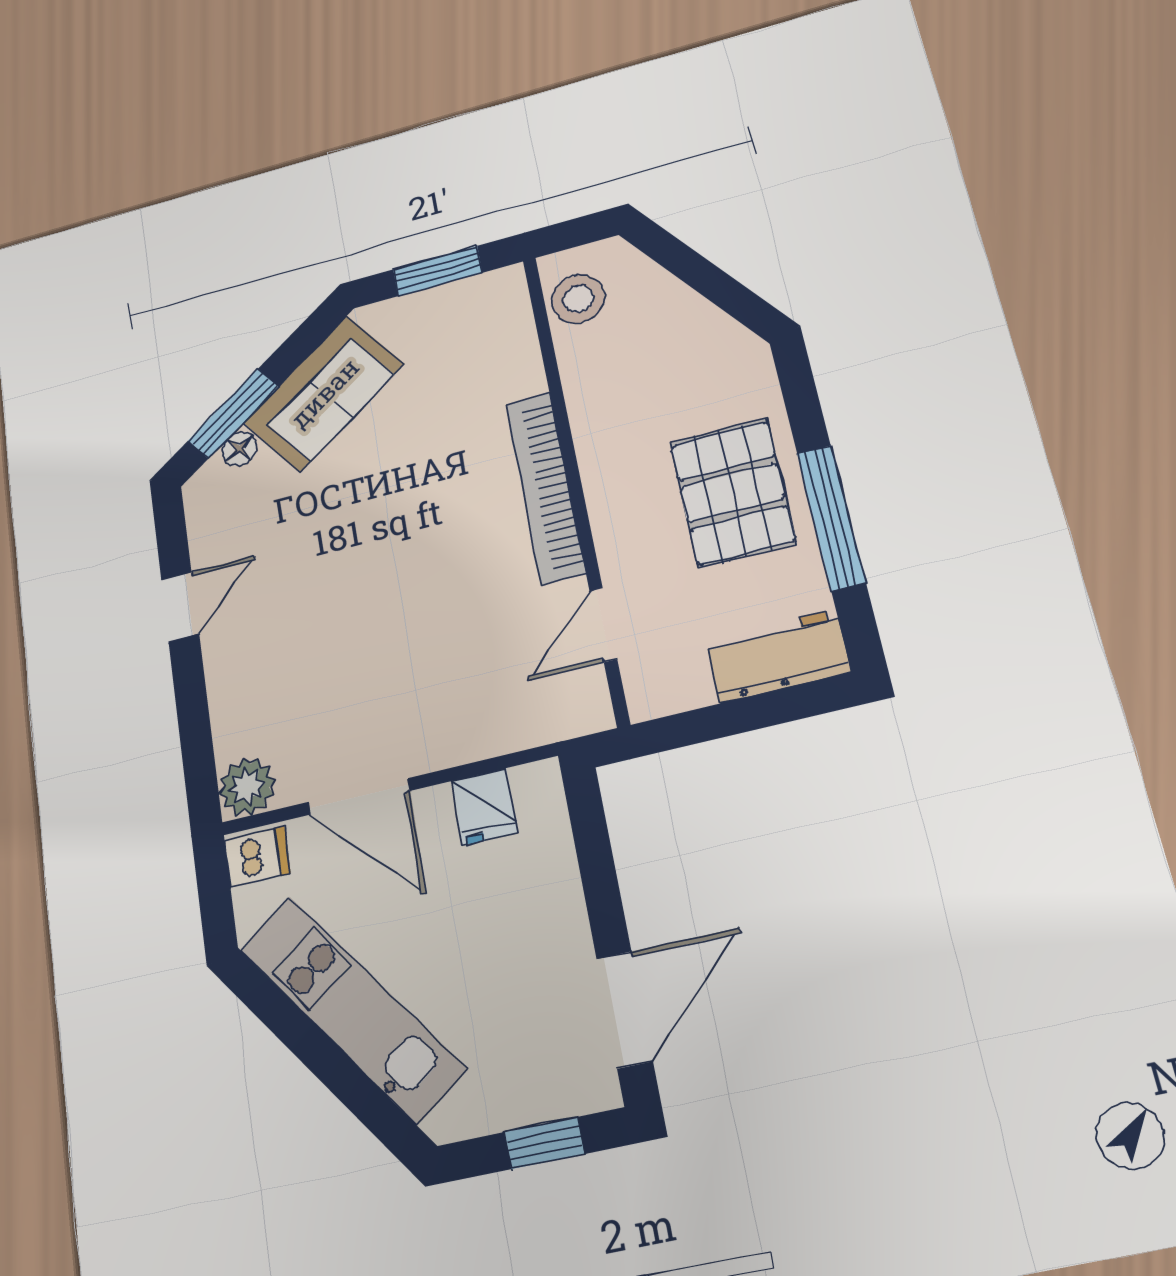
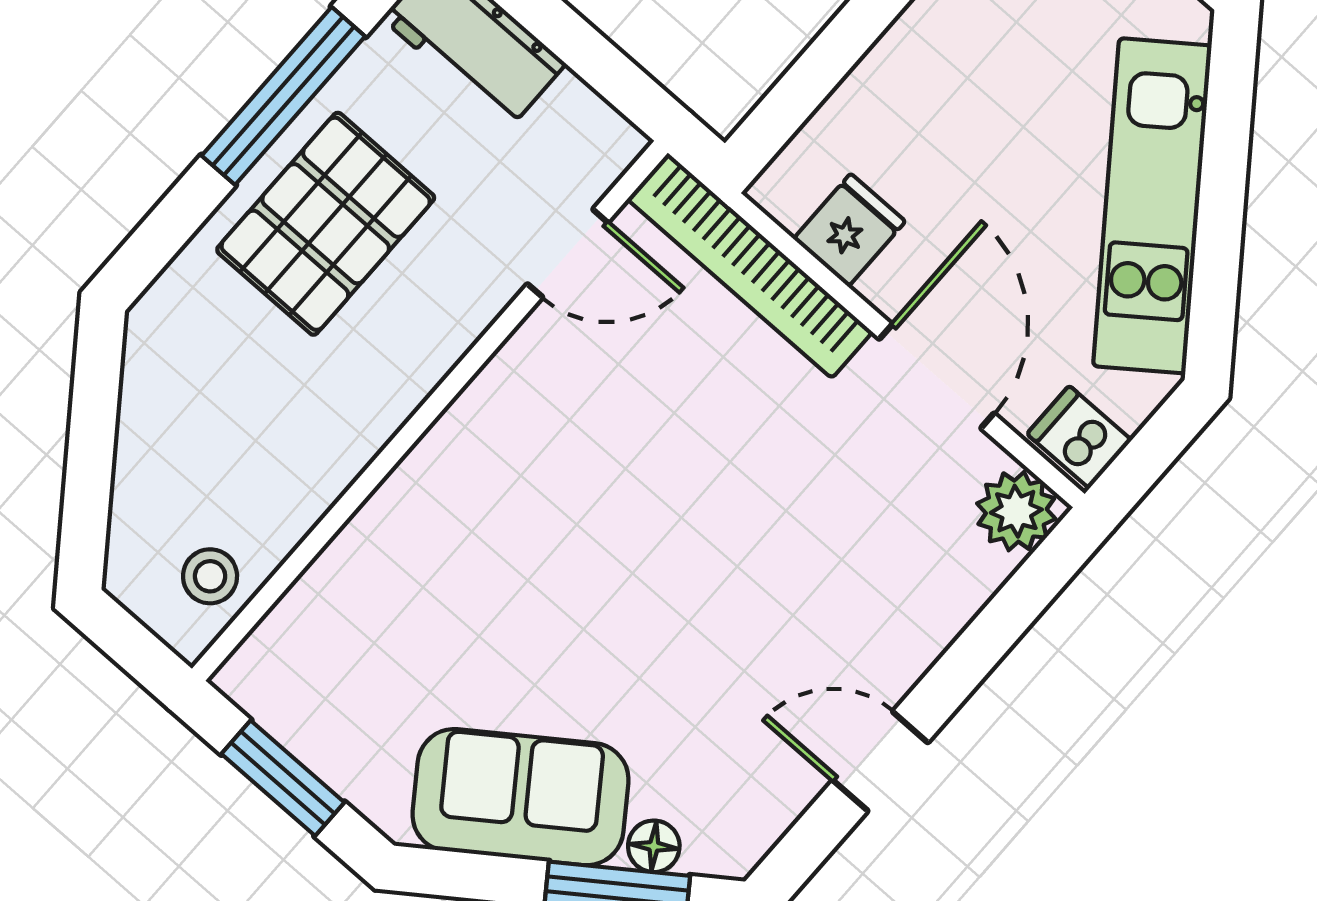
stool: (579, 299) -> (210, 576), width x0.73, depth x0.73
bookcase: (545, 488) -> (750, 266), moved, turned 90

